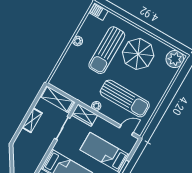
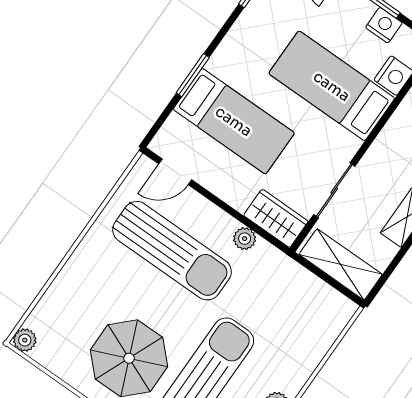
plant: (175, 59) -> (25, 340), width x0.53, depth x0.53
sun lounger: (125, 98) -> (172, 251), turned 180

